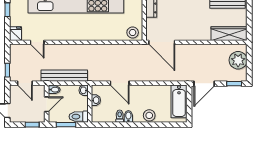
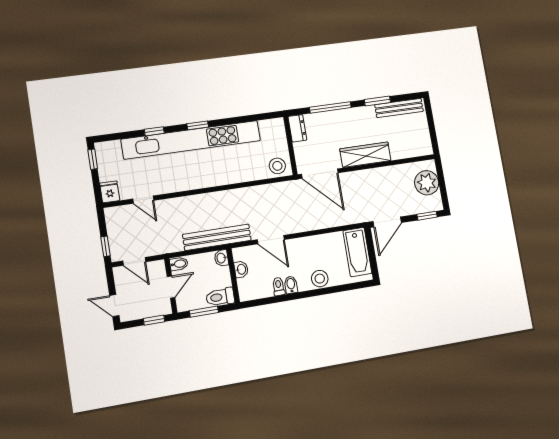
wardrobe: (229, 34) -> (365, 155), moved
bench: (64, 76) -> (217, 237), moved

